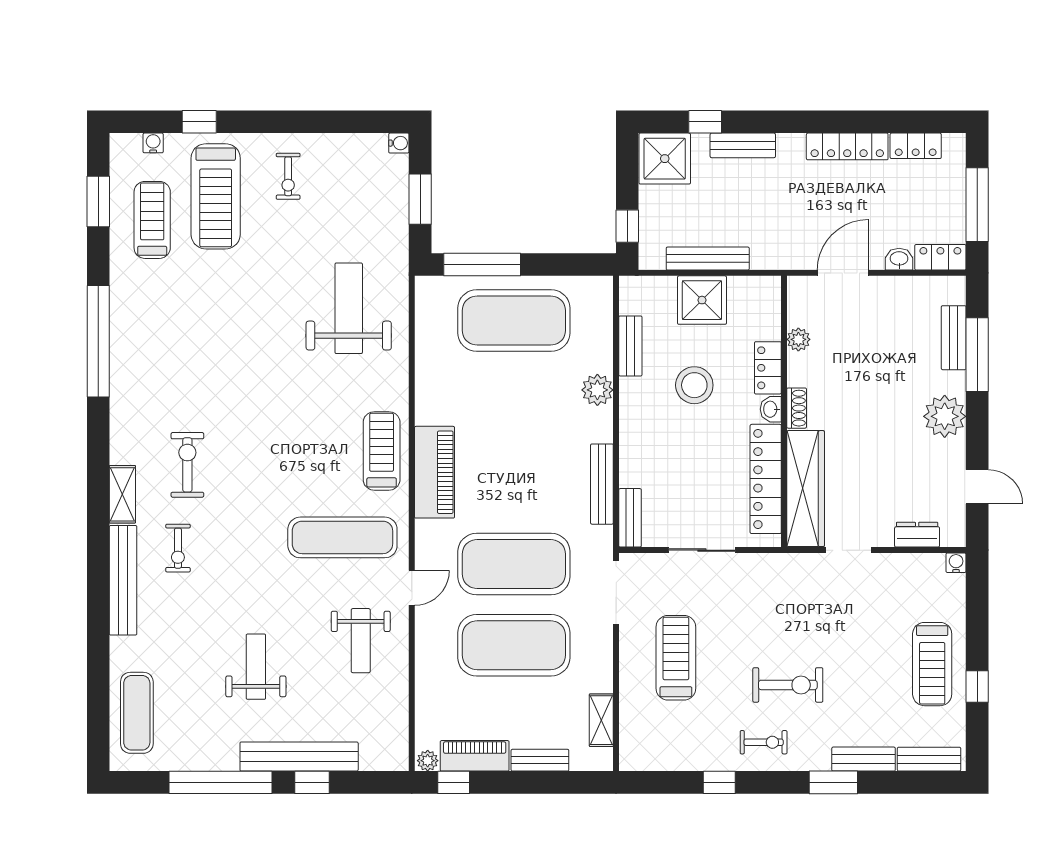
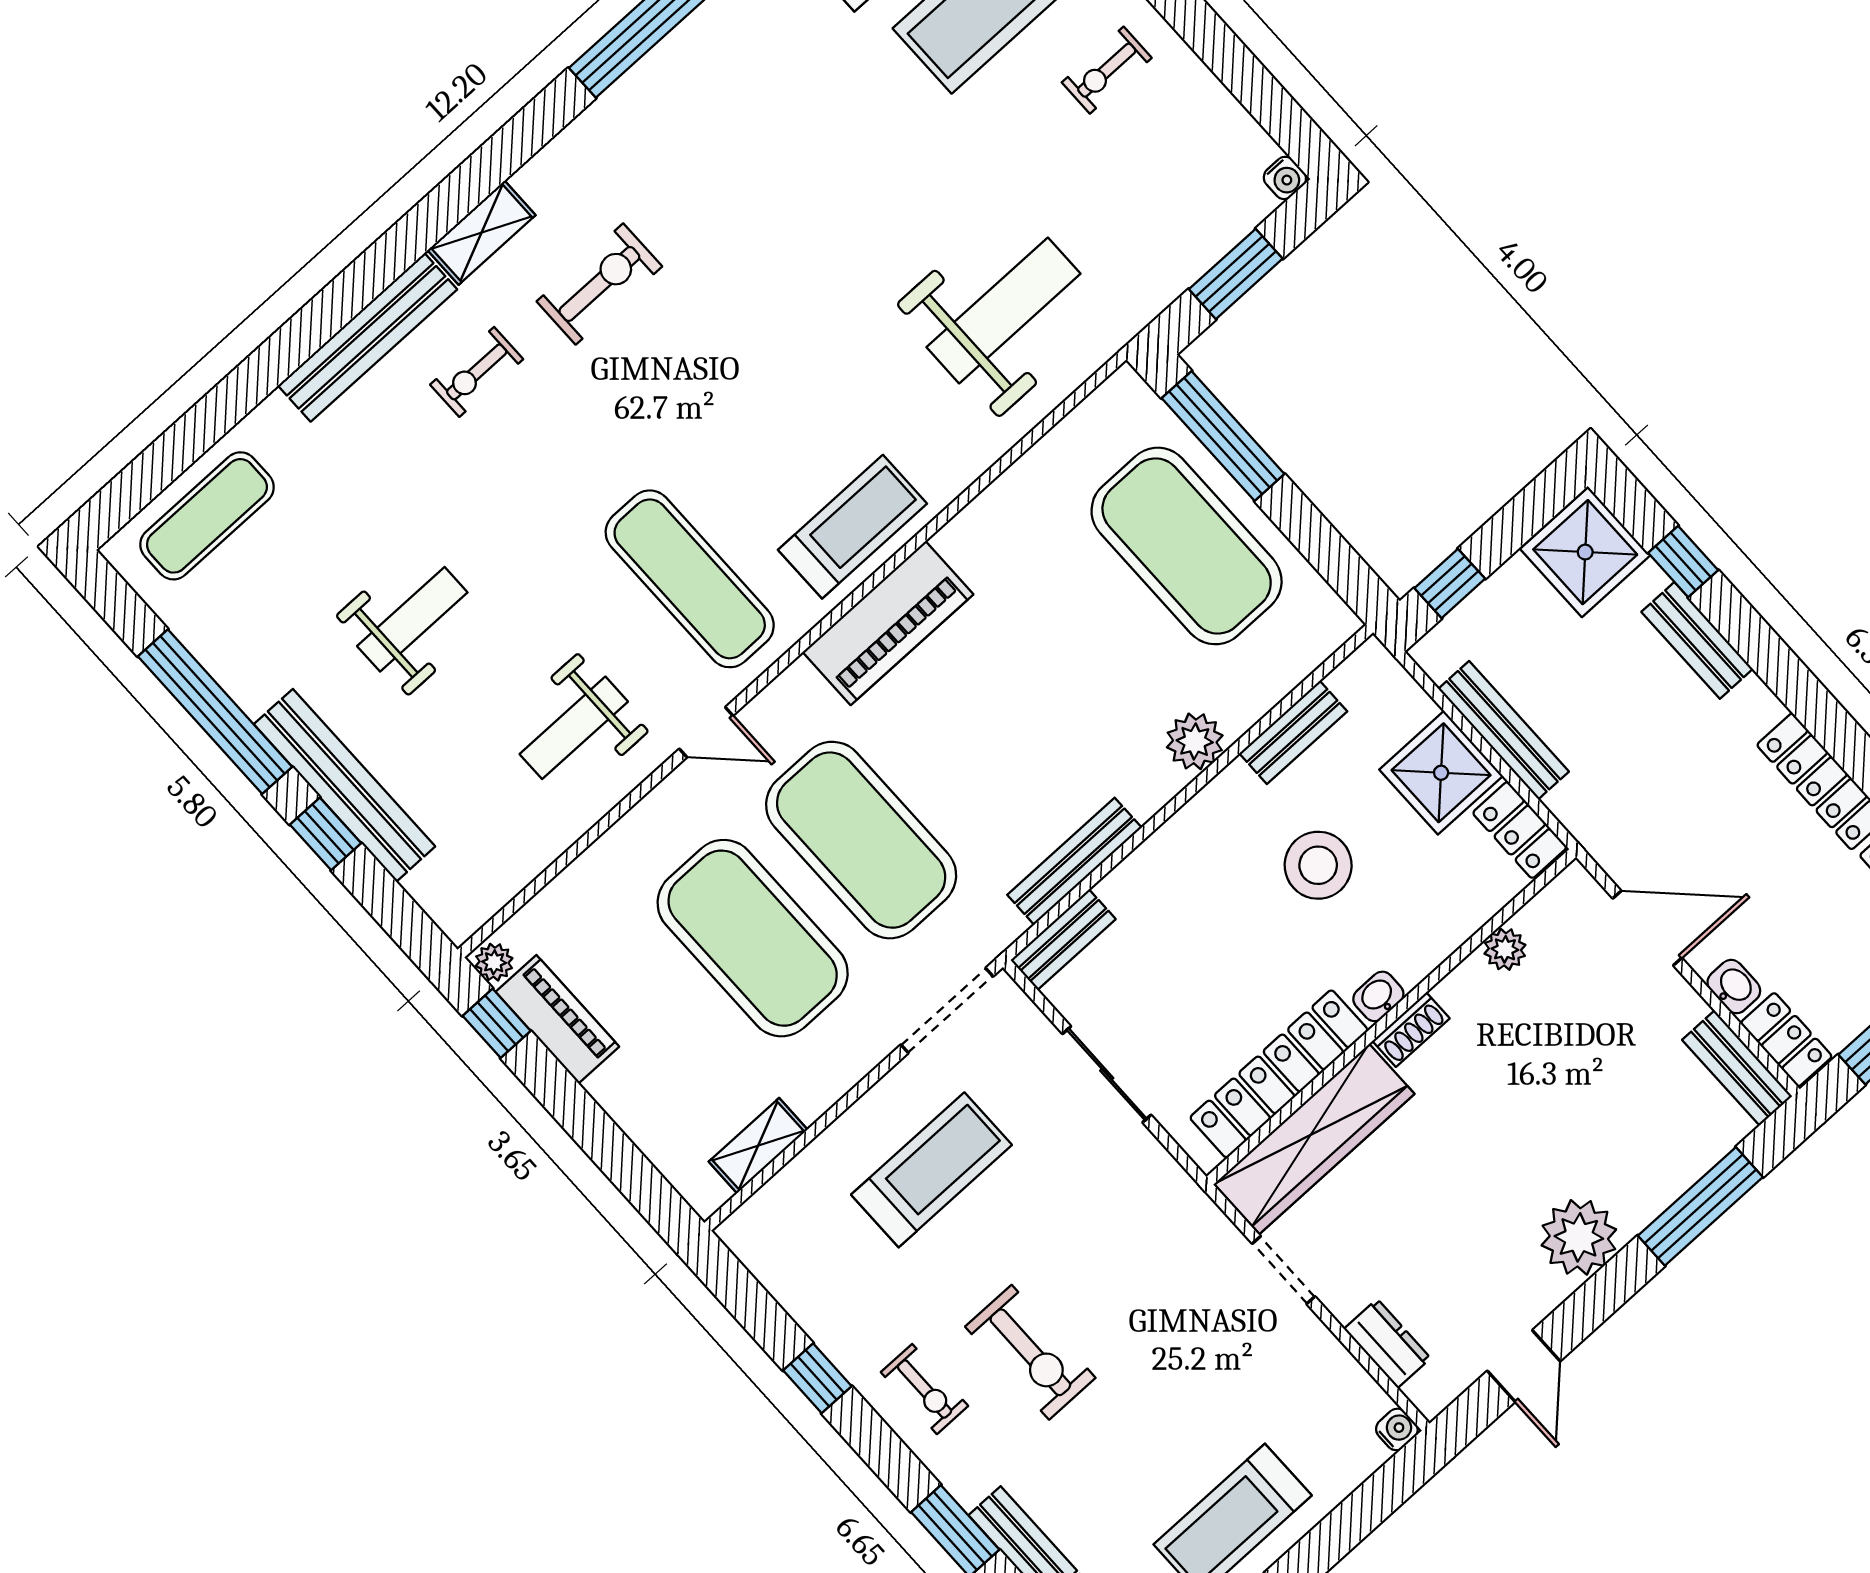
bench: (954, 338) -> (1737, 1068), moved, turned 90
locker: (768, 368) -> (1520, 830), moved, turned -90
bench: (540, 760) -> (630, 1112), removed

